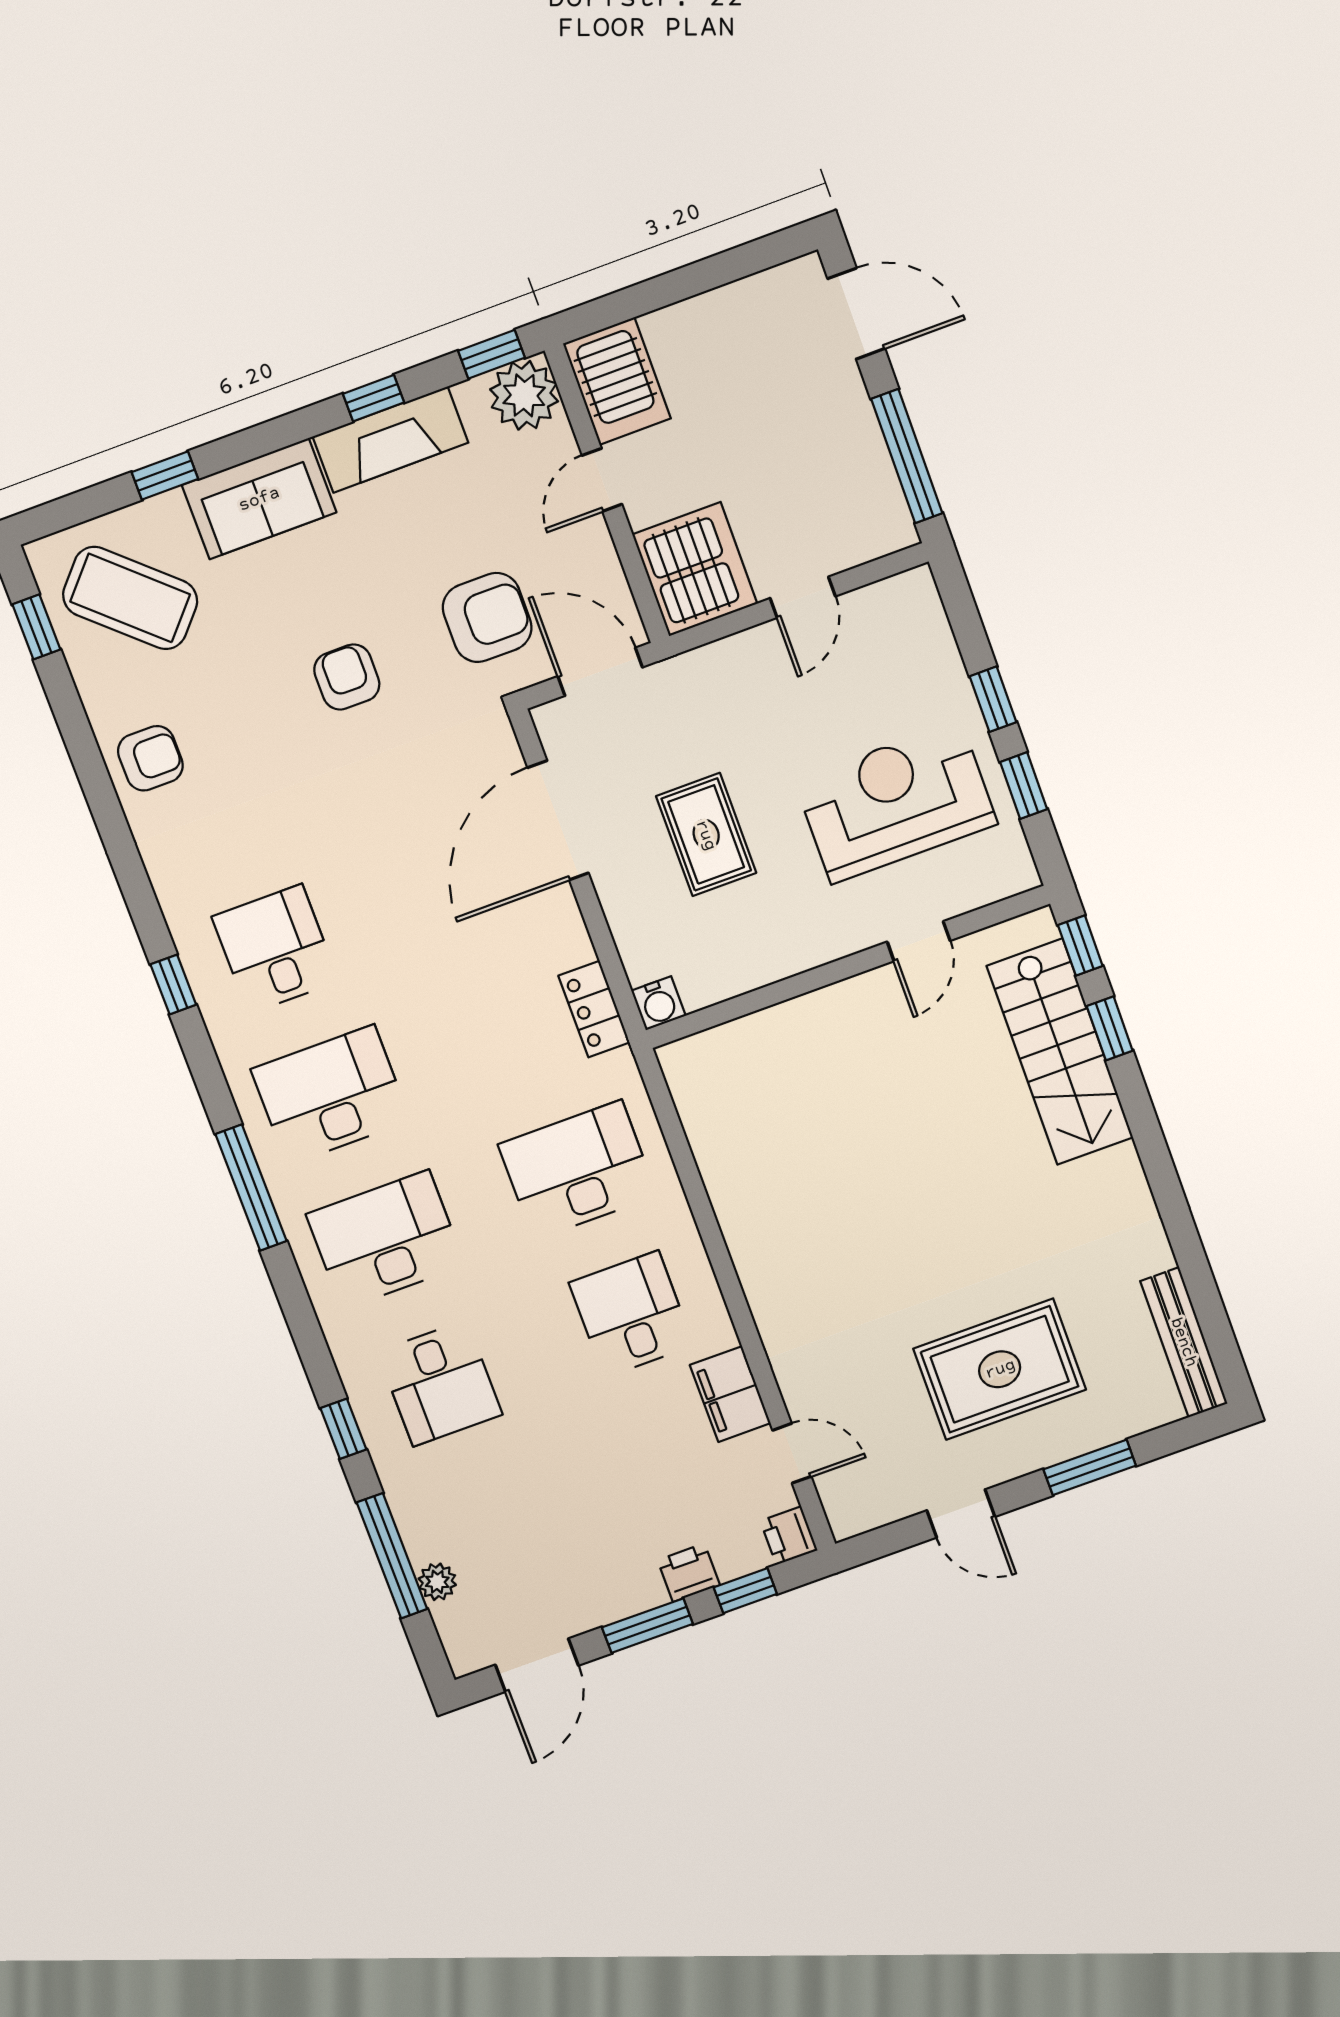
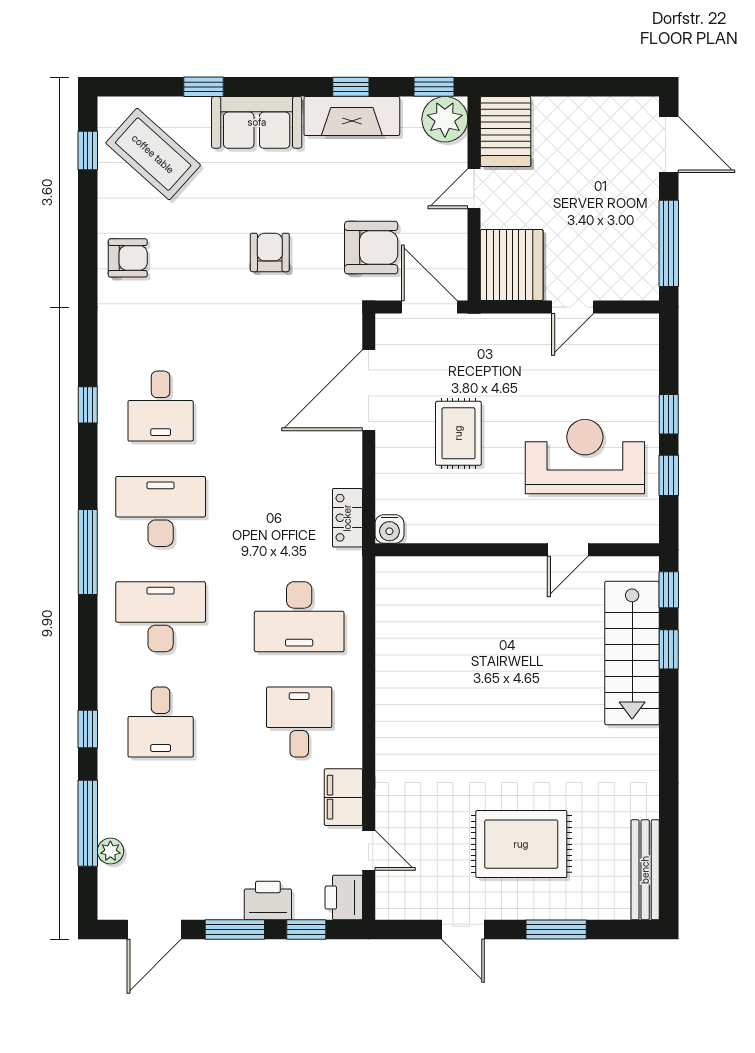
desk: (275, 949) -> (161, 406), turned 180
desk: (578, 1170) -> (299, 617), turned 180
printer: (789, 1536) -> (344, 898), width x1.36, depth x1.24
printer: (689, 1573) -> (268, 901), width x1.36, depth x1.24

